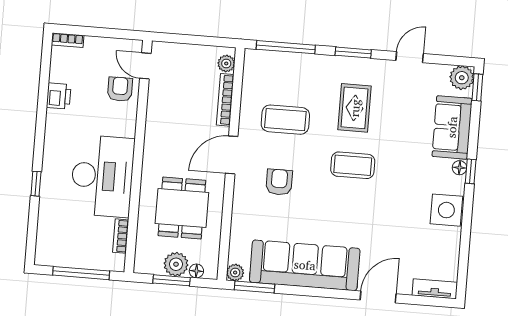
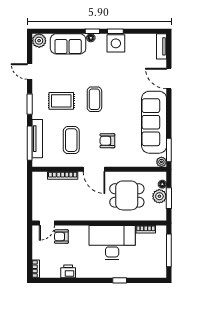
tv unit: (293, 61) -> (37, 139), added
plant: (226, 64) -> (42, 177), removed
window: (477, 87) -> (115, 31), moved

